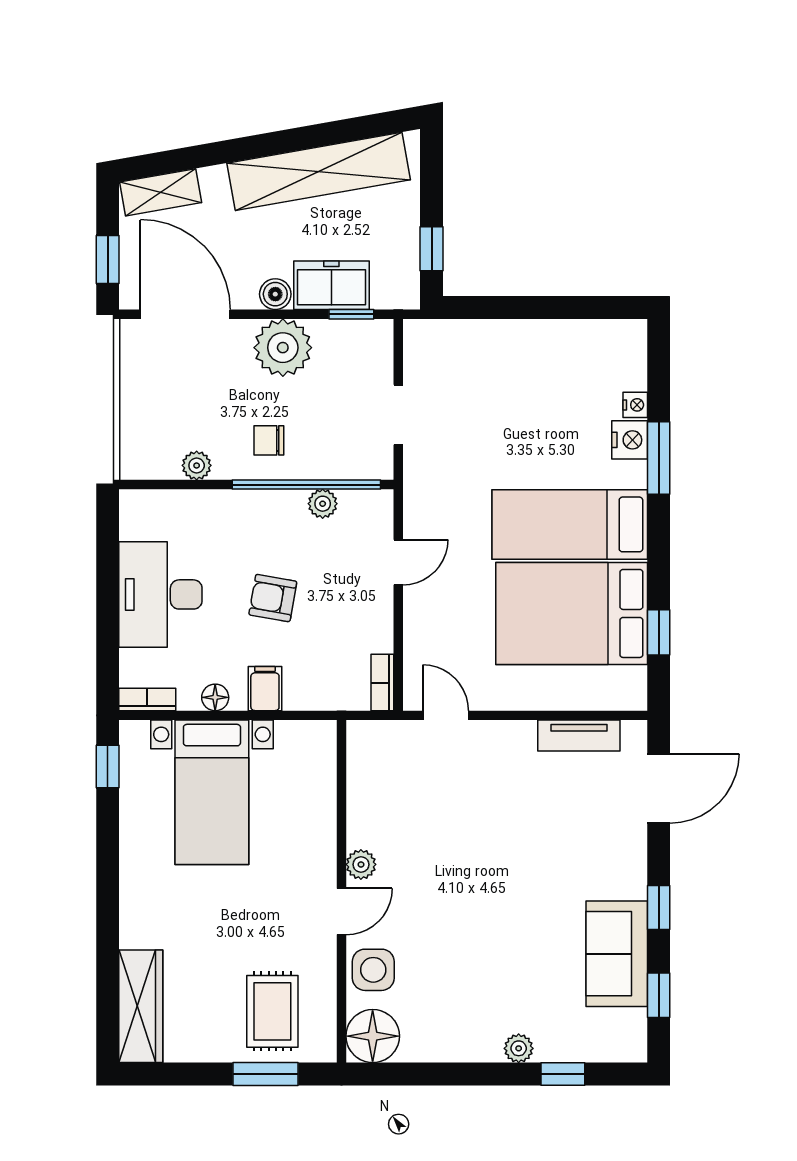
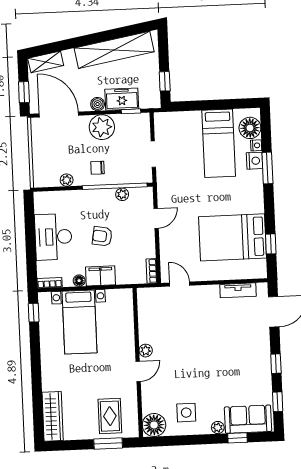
floor lamp: (622, 364) -> (250, 128), added
bed: (570, 524) -> (219, 143), moved, turned -90
filing cabinet: (265, 689) -> (101, 276), width x2.00
sofa: (617, 954) -> (248, 419), moved, turned 90
side table: (373, 970) -> (186, 413), moved

